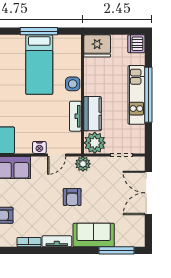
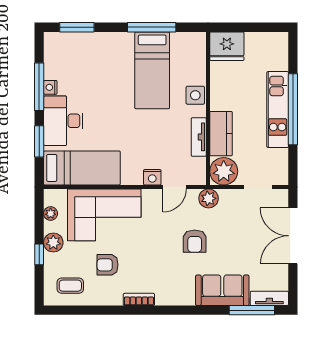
dishwasher: (136, 44) -> (277, 43), removed
tv unit: (57, 241) -> (269, 298), moved

